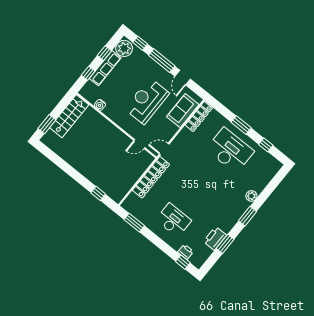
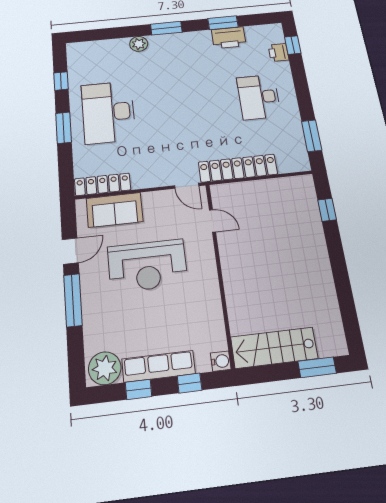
window: (140, 43) -> (76, 353), removed
water cooler: (100, 105) -> (221, 361), moved

